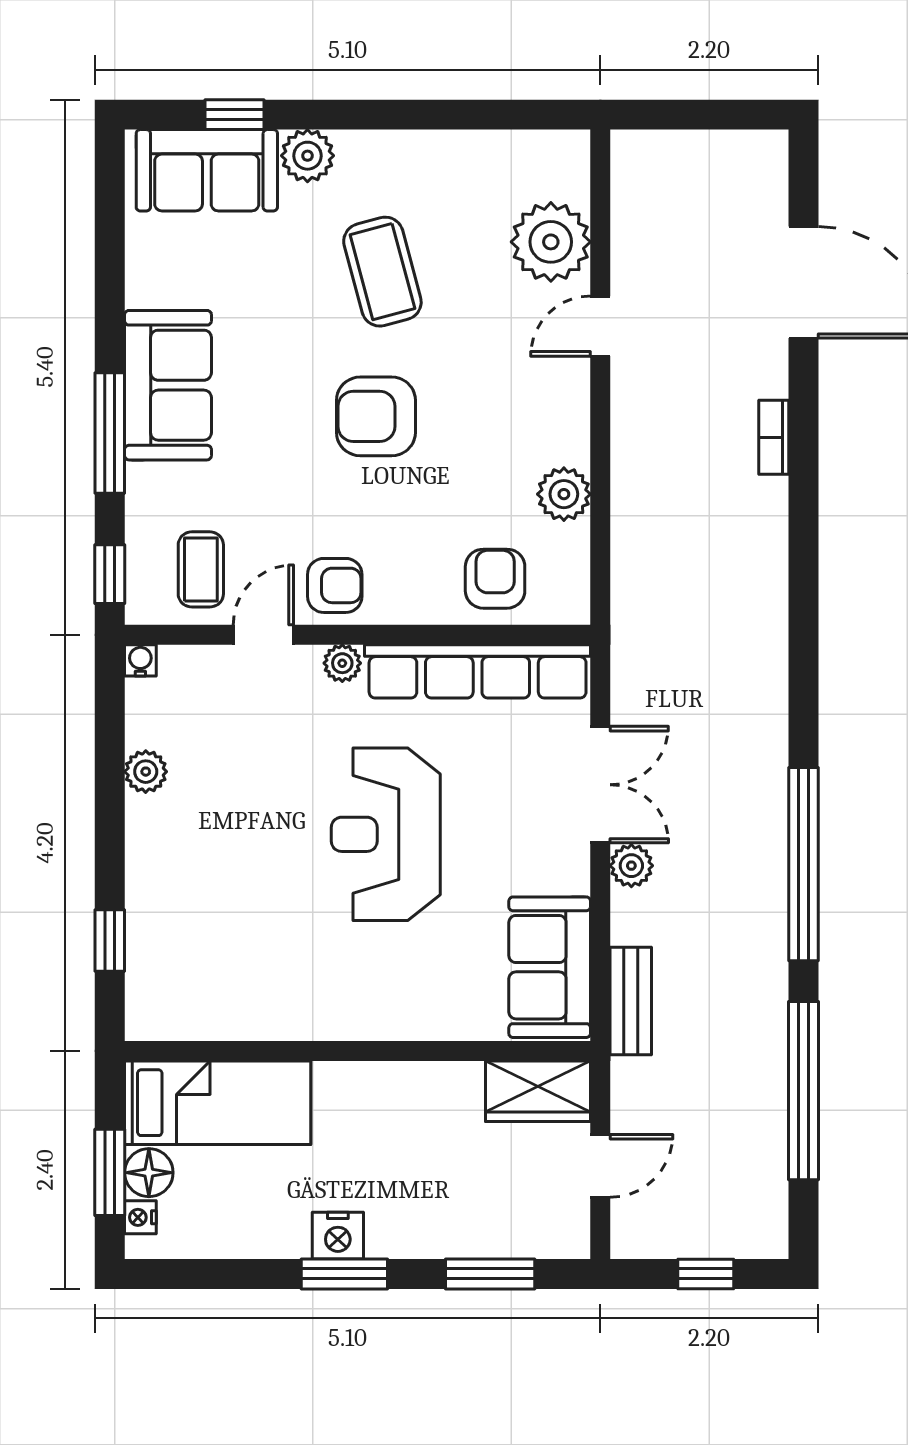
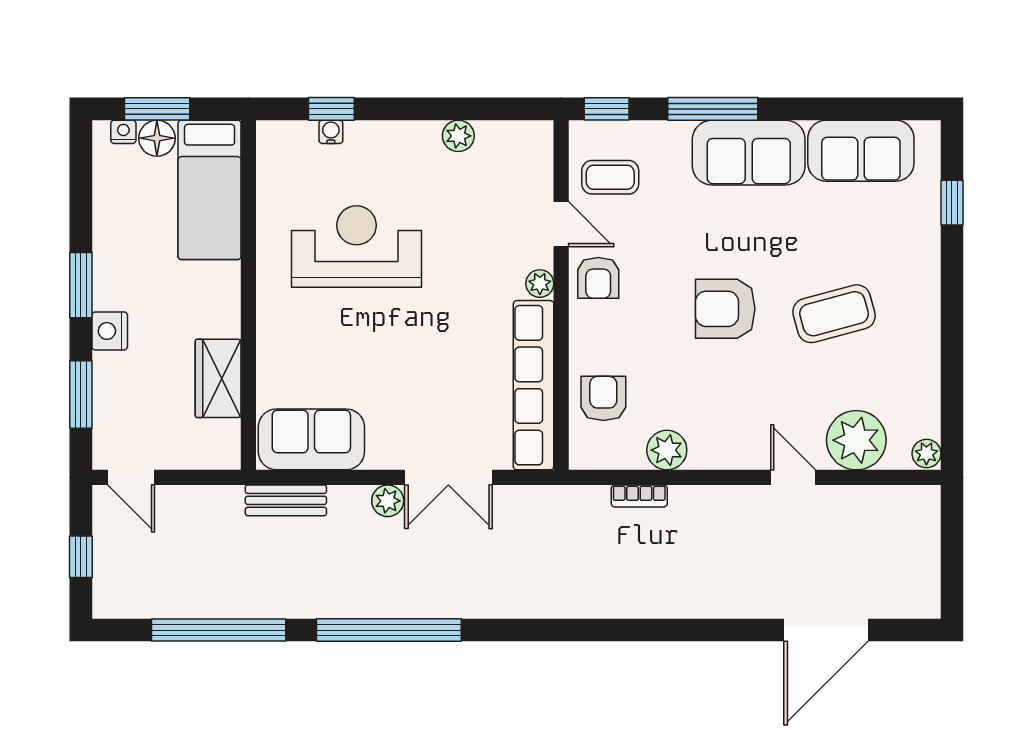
plant: (307, 156) -> (926, 454), moved, width x0.73, depth x0.73
sofa: (207, 170) -> (861, 151), moved, turned -90
armchair: (376, 416) -> (725, 309), turned -90
bookcase: (774, 437) -> (639, 496), moved, turned 180
armchair: (495, 579) -> (603, 398), turned -90
water cooler: (140, 660) -> (331, 132), moved, turned -90
reception desk: (386, 834) -> (357, 247), moved
wardrobe: (538, 1091) -> (218, 378), moved
door: (600, 1166) -> (131, 477), moved
nightstand: (338, 1236) -> (110, 331), moved

